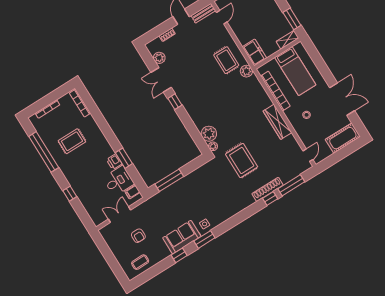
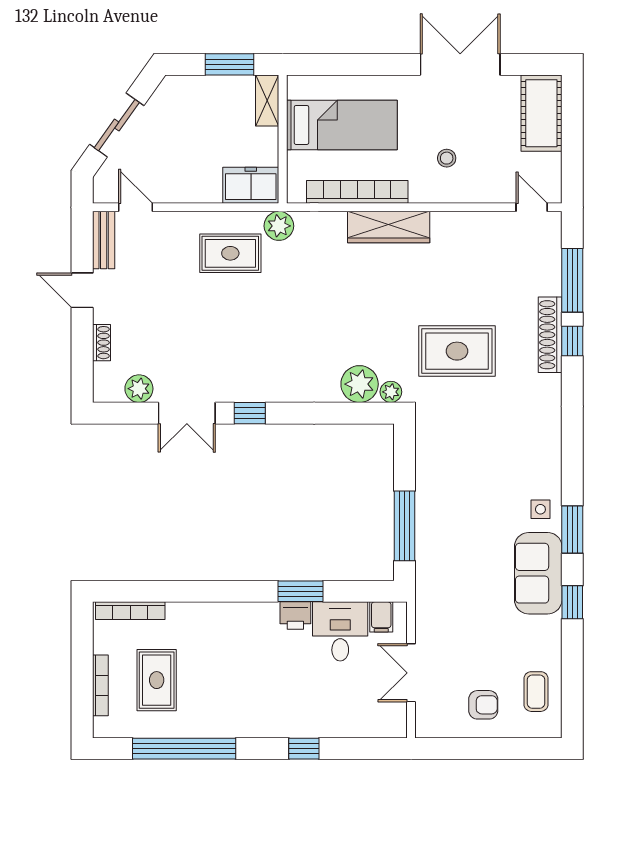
wardrobe: (277, 122) -> (389, 227), moved
rug: (72, 141) -> (157, 680), moved
armchair: (138, 236) -> (483, 705), moved

